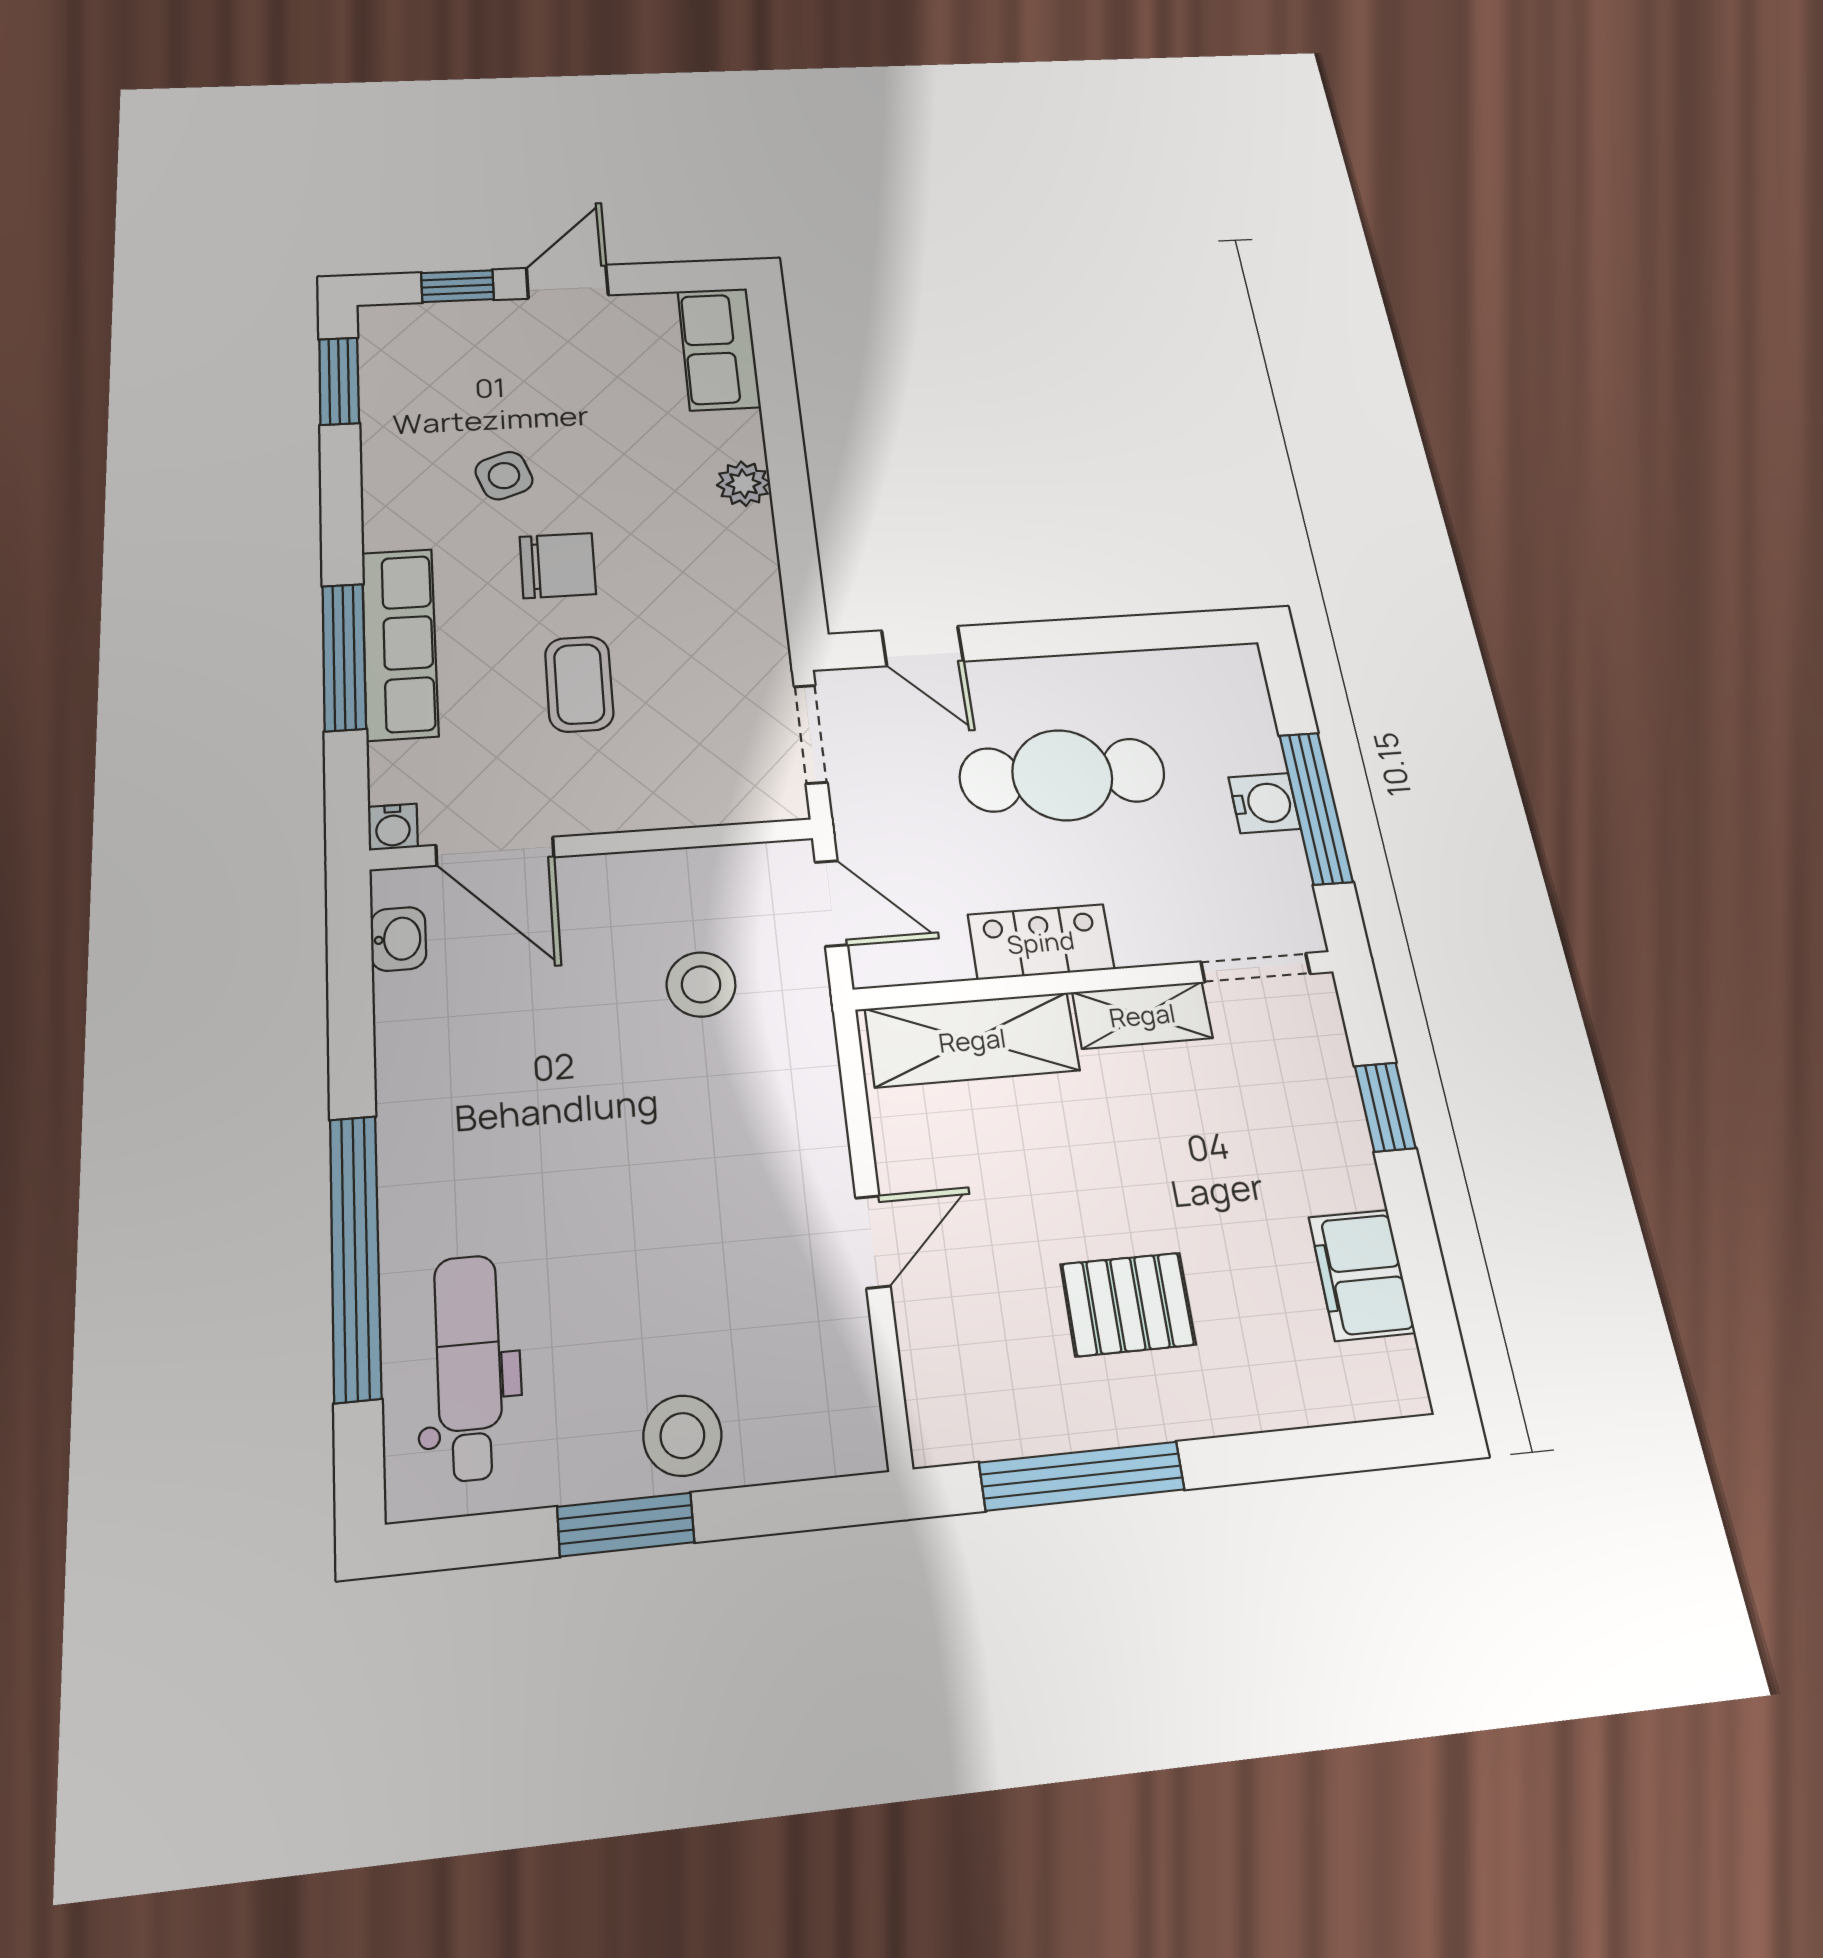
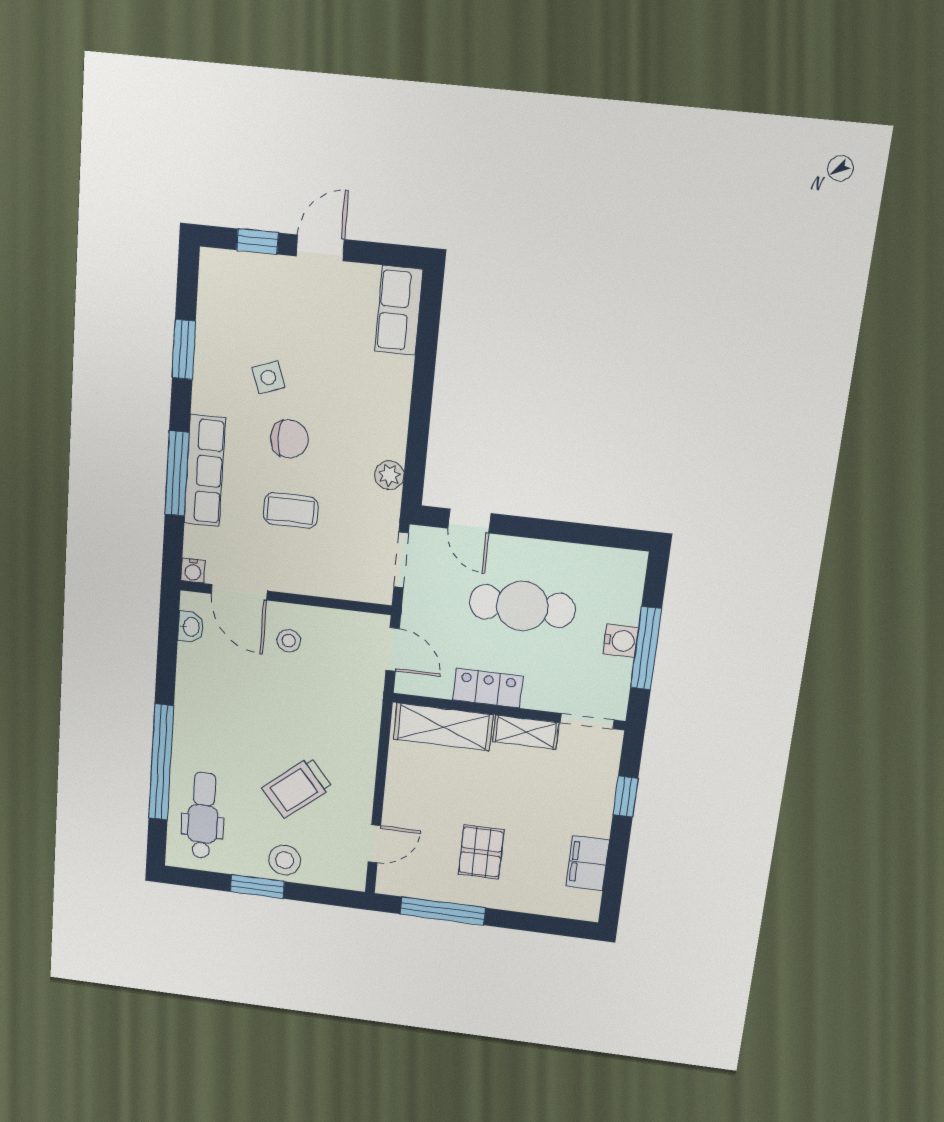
window: (339, 381) -> (184, 349), moved
plant: (743, 484) -> (389, 475), moved
coffee table: (579, 684) -> (291, 510), turned 90
stool: (701, 984) -> (289, 641), moved, width x0.73, depth x0.73
door: (873, 1242) -> (374, 844), moved
trolley: (683, 1246) -> (297, 788), added
pallet: (1128, 1304) -> (481, 852), turned 90

